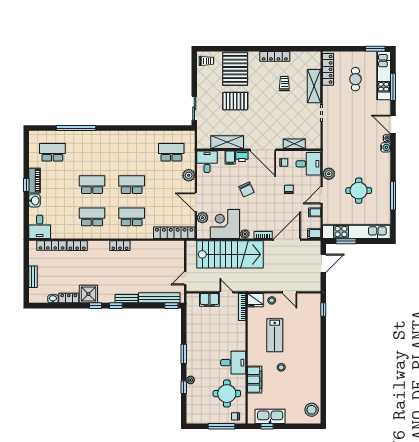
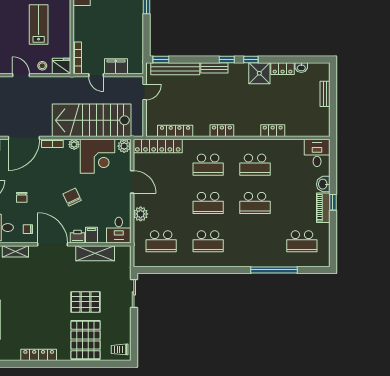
trolley: (284, 84) -> (27, 322), removed
school desk: (132, 152) -> (208, 241), added
plant: (202, 218) -> (124, 146), moved
locker: (52, 245) -> (175, 131), moved

